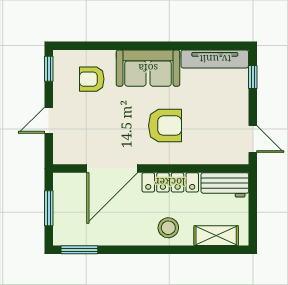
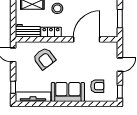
armchair: (165, 126) -> (44, 58), moved, turned -127
locker: (170, 182) -> (51, 32), width x0.66

